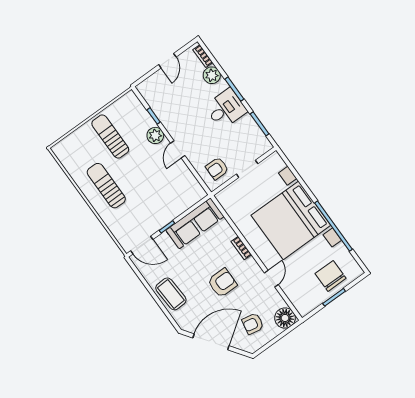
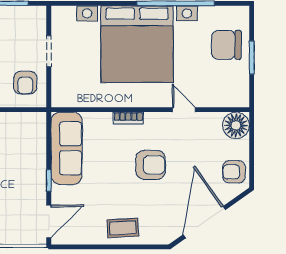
armchair: (222, 283) -> (151, 165), turned 90
coffee table: (171, 294) -> (123, 228), width x0.73, depth x0.77
armchair: (253, 324) -> (234, 172), moved, turned 79

